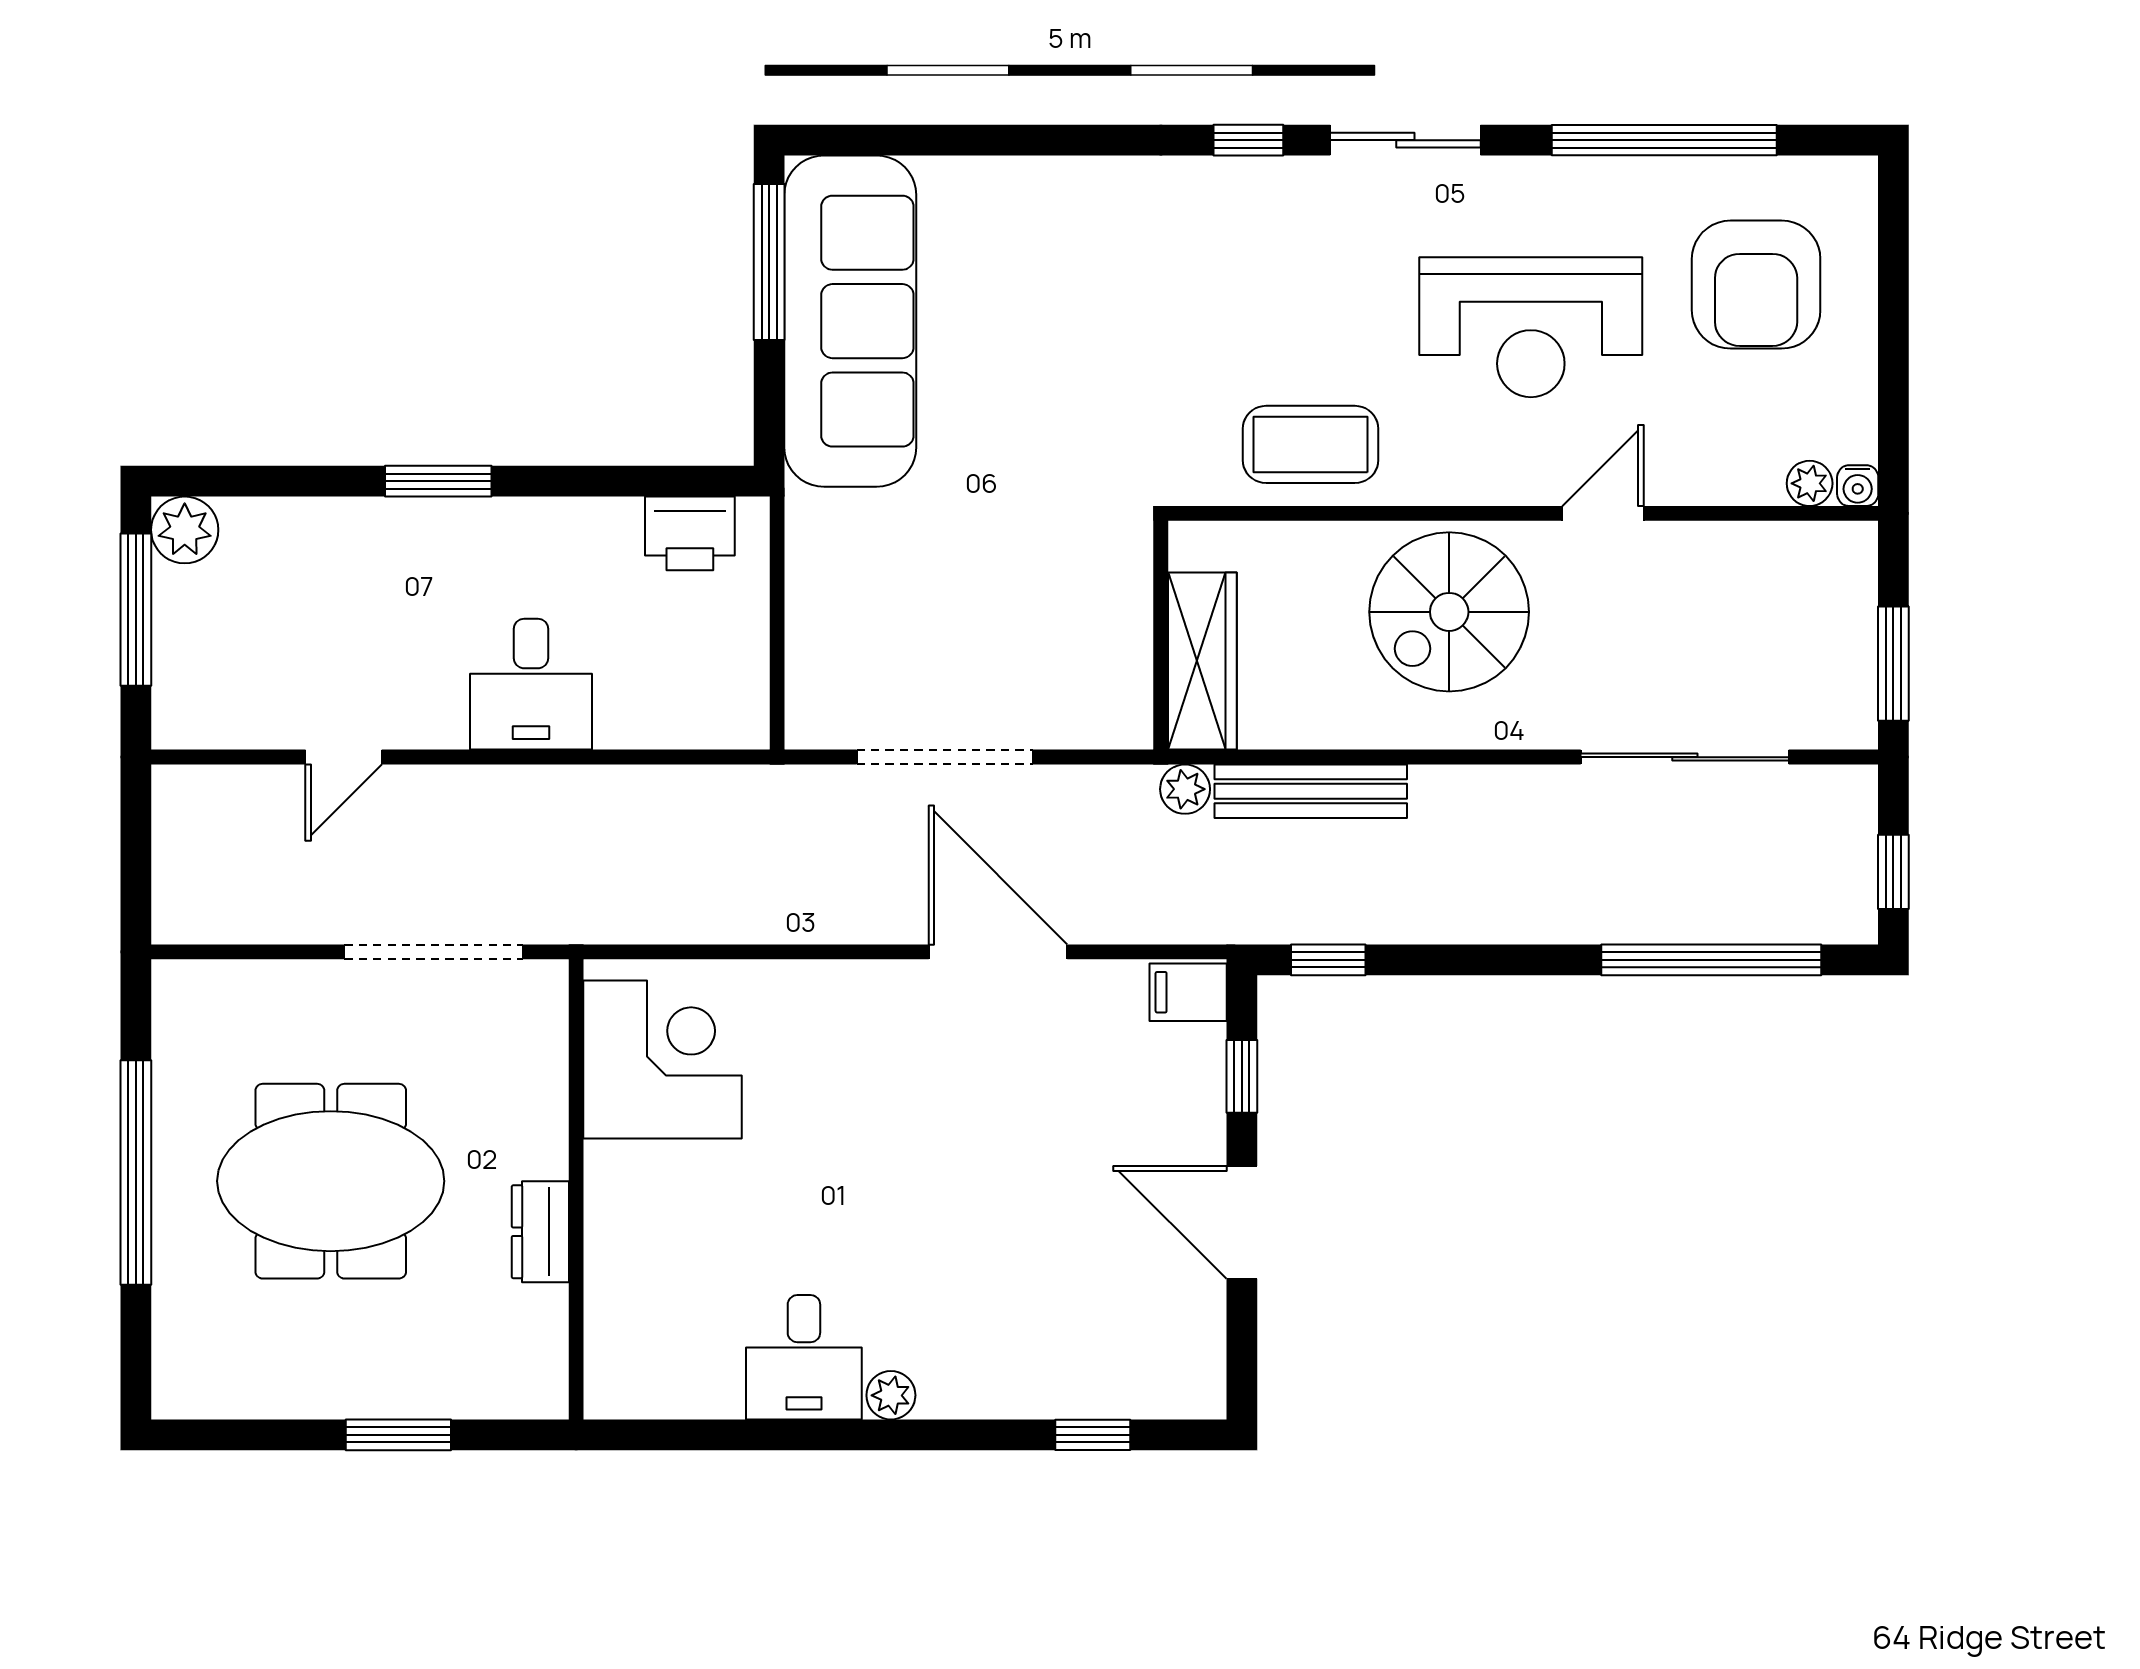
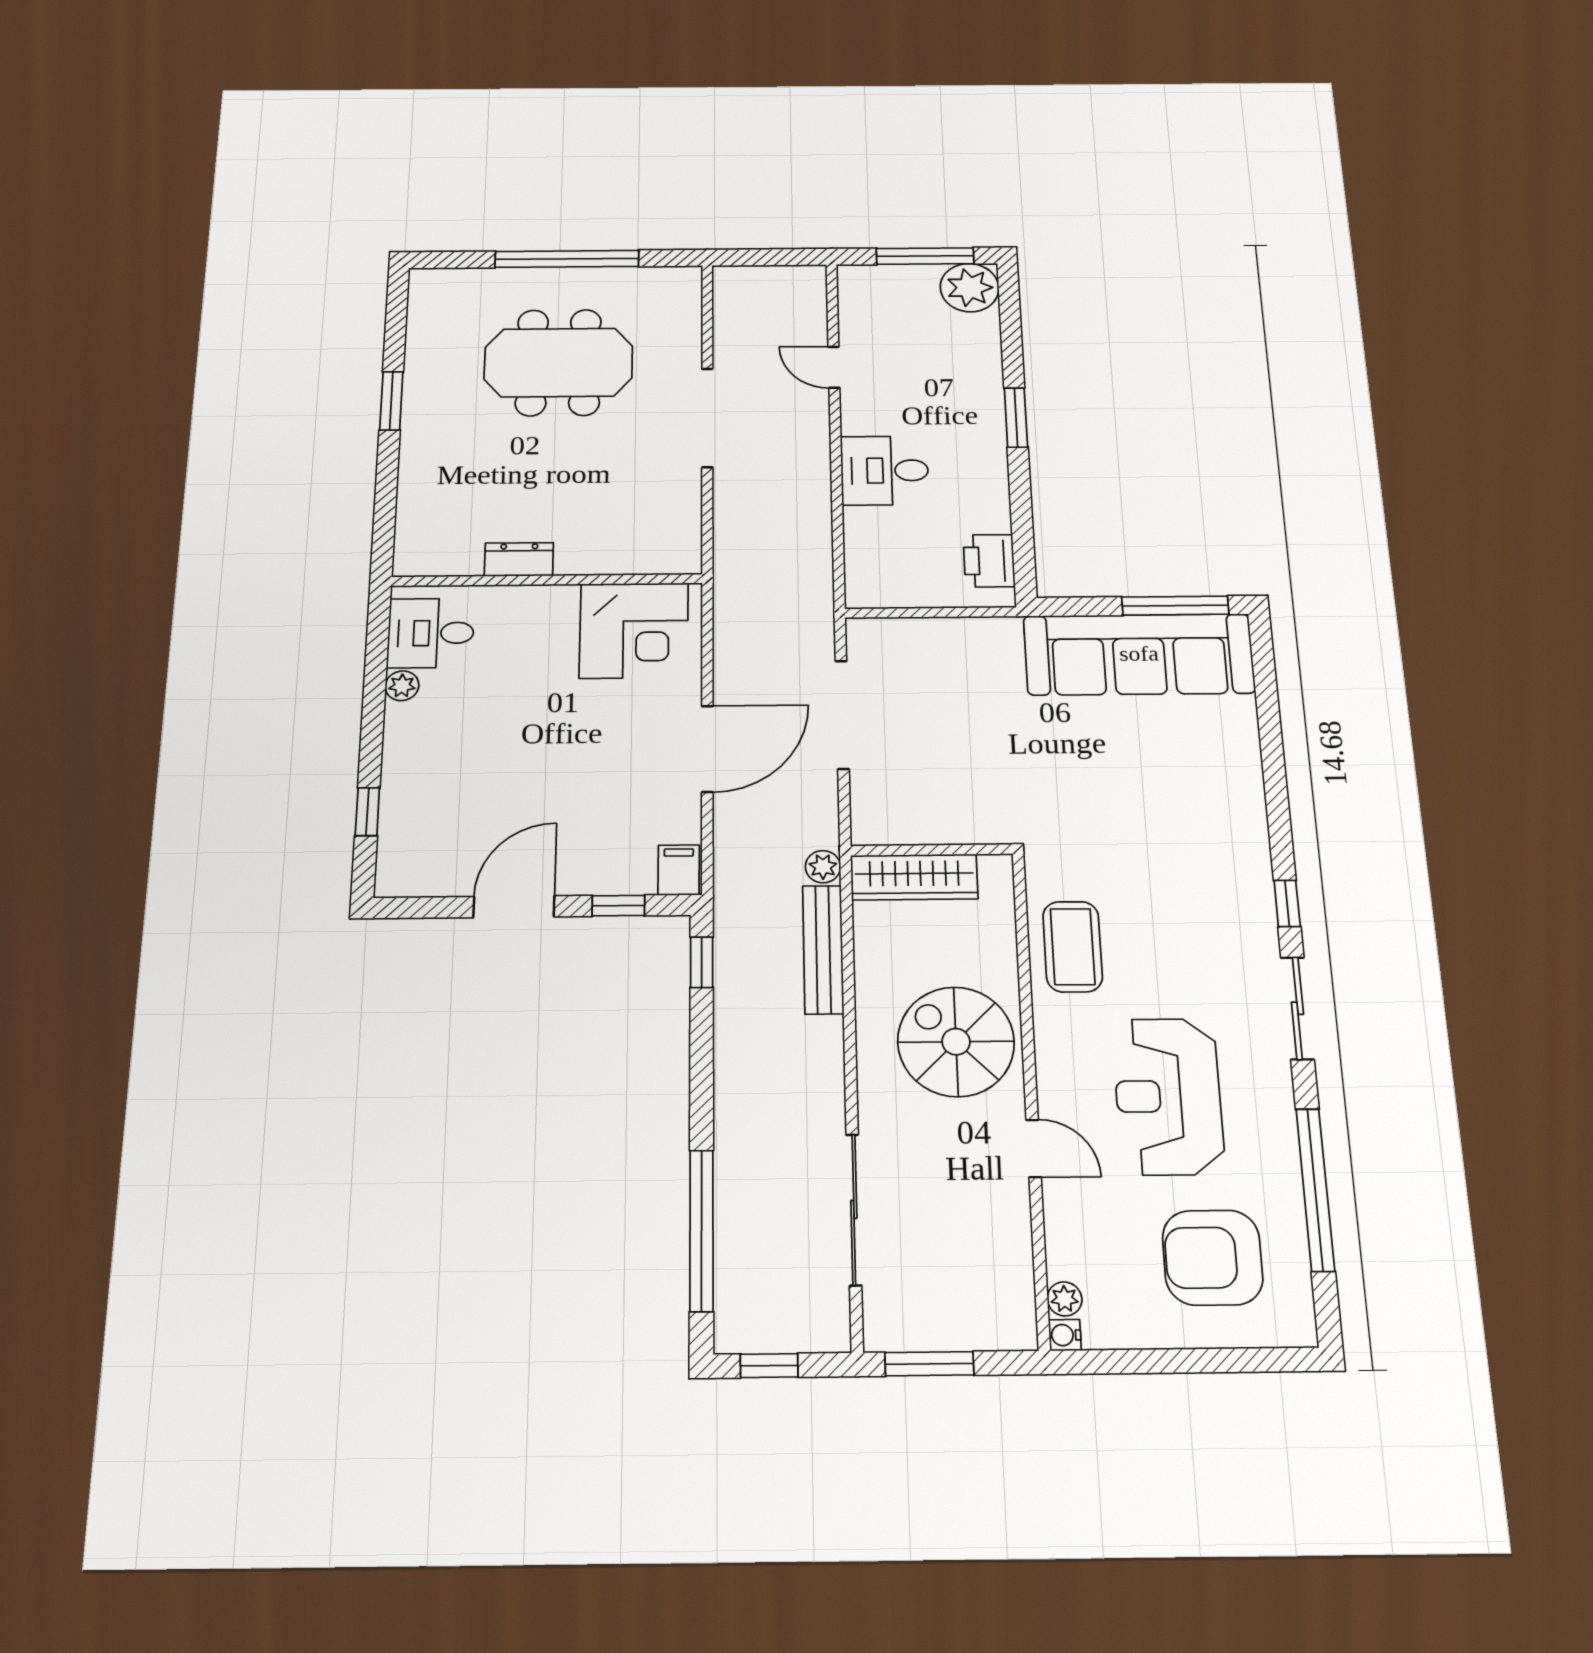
plant: (185, 530) -> (970, 288), width x1.36, depth x1.36
corner desk: (663, 1059) -> (634, 630), moved
meeting table: (331, 1181) -> (558, 363), turned 90
wall: (576, 1189) -> (547, 580), moved
dresser: (540, 1232) -> (519, 559), moved

